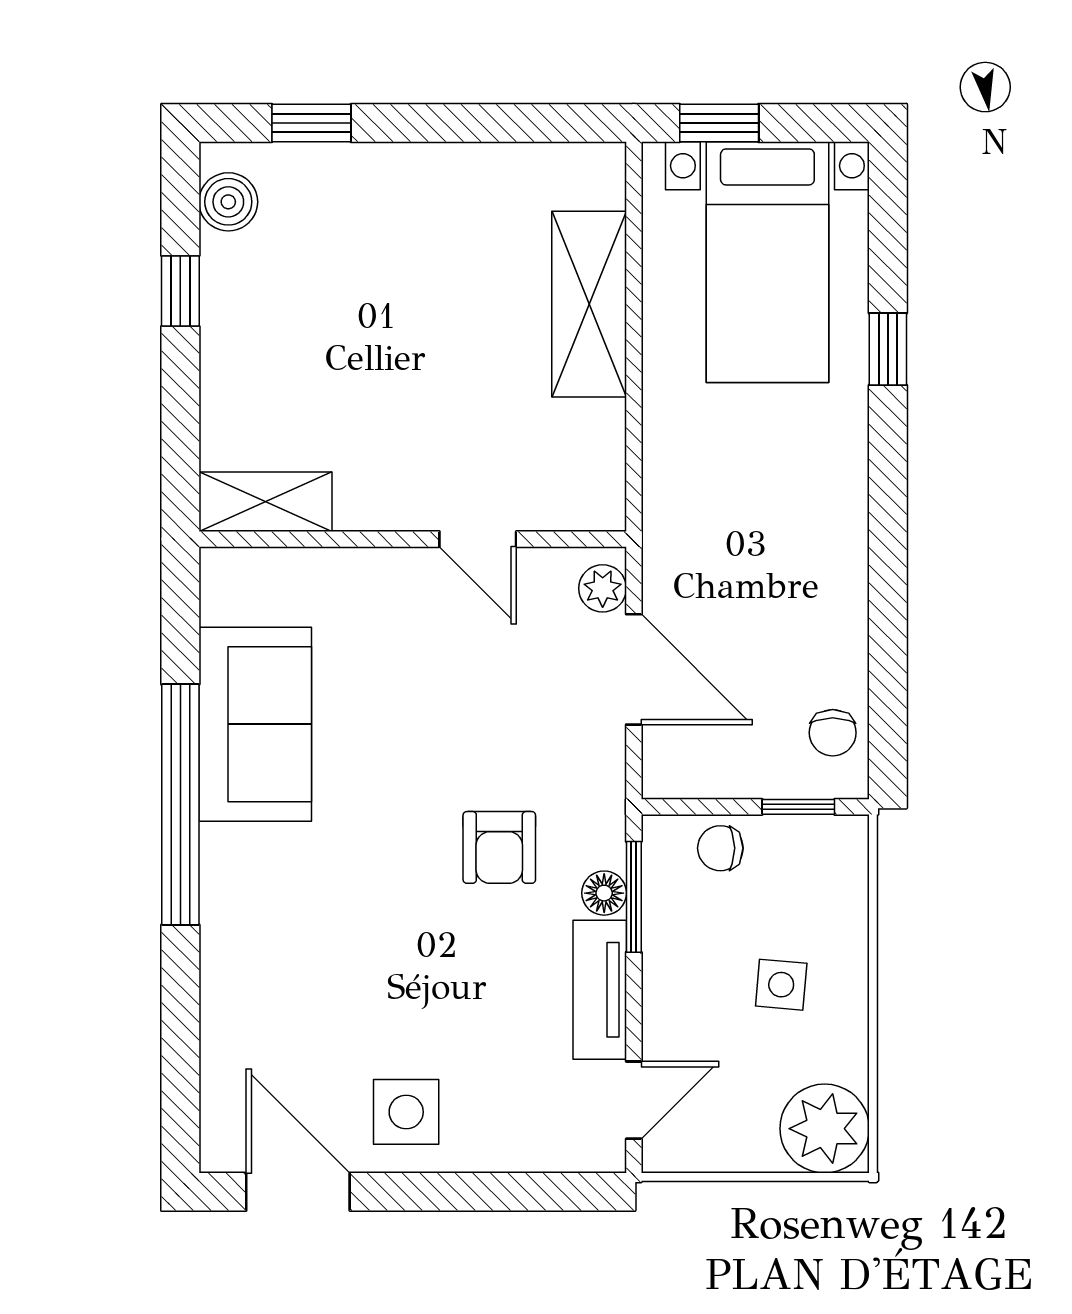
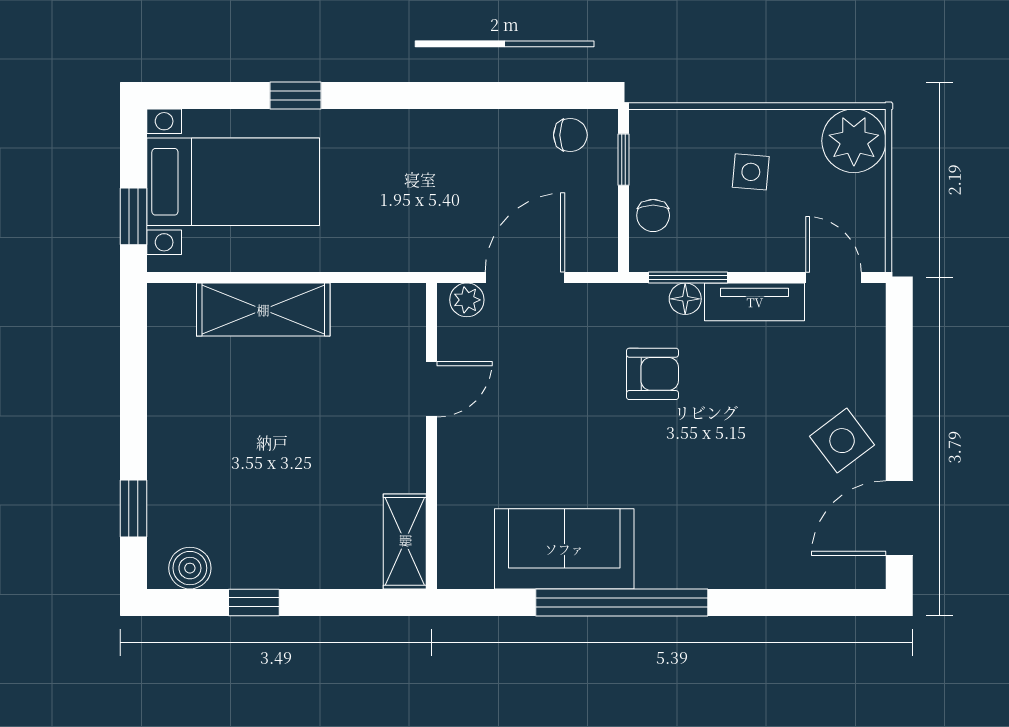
side table: (406, 1112) -> (842, 441), turned -37

